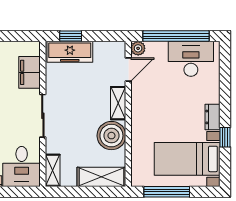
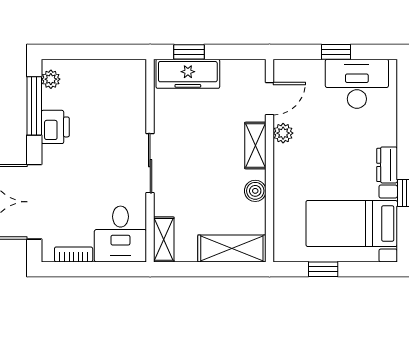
window: (176, 36) -> (336, 52), width x0.32
plant: (138, 48) -> (283, 133), moved
filing cabinet: (30, 72) -> (132, 103), removed
boiler: (111, 136) -> (255, 191), width x0.54, depth x0.54
window: (167, 192) -> (323, 269), width x0.46

